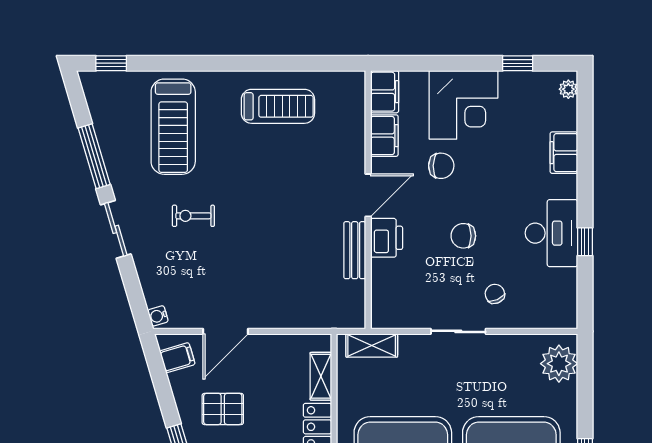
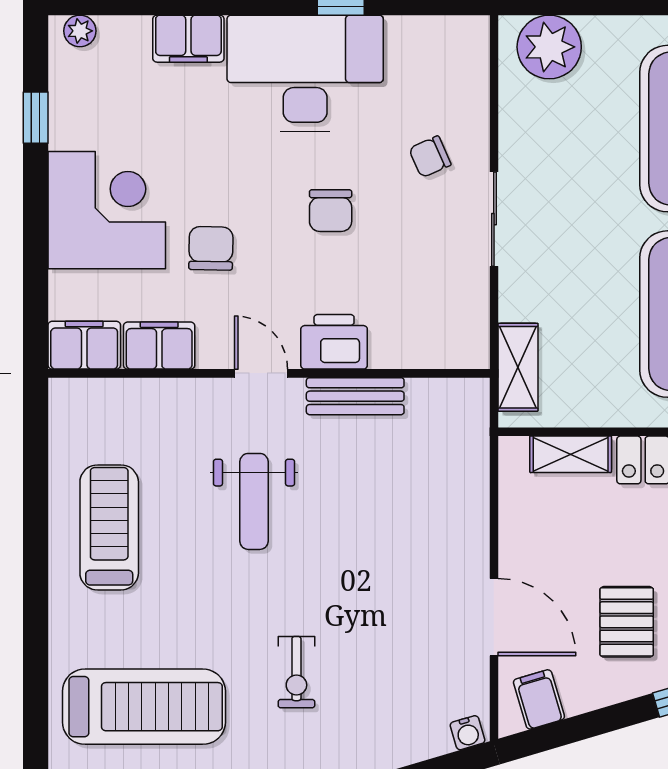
weight bench: (293, 191) -> (254, 501), added
door: (368, 195) -> (261, 373), width x0.73
desk: (551, 233) -> (305, 73), width x1.36, depth x1.30

